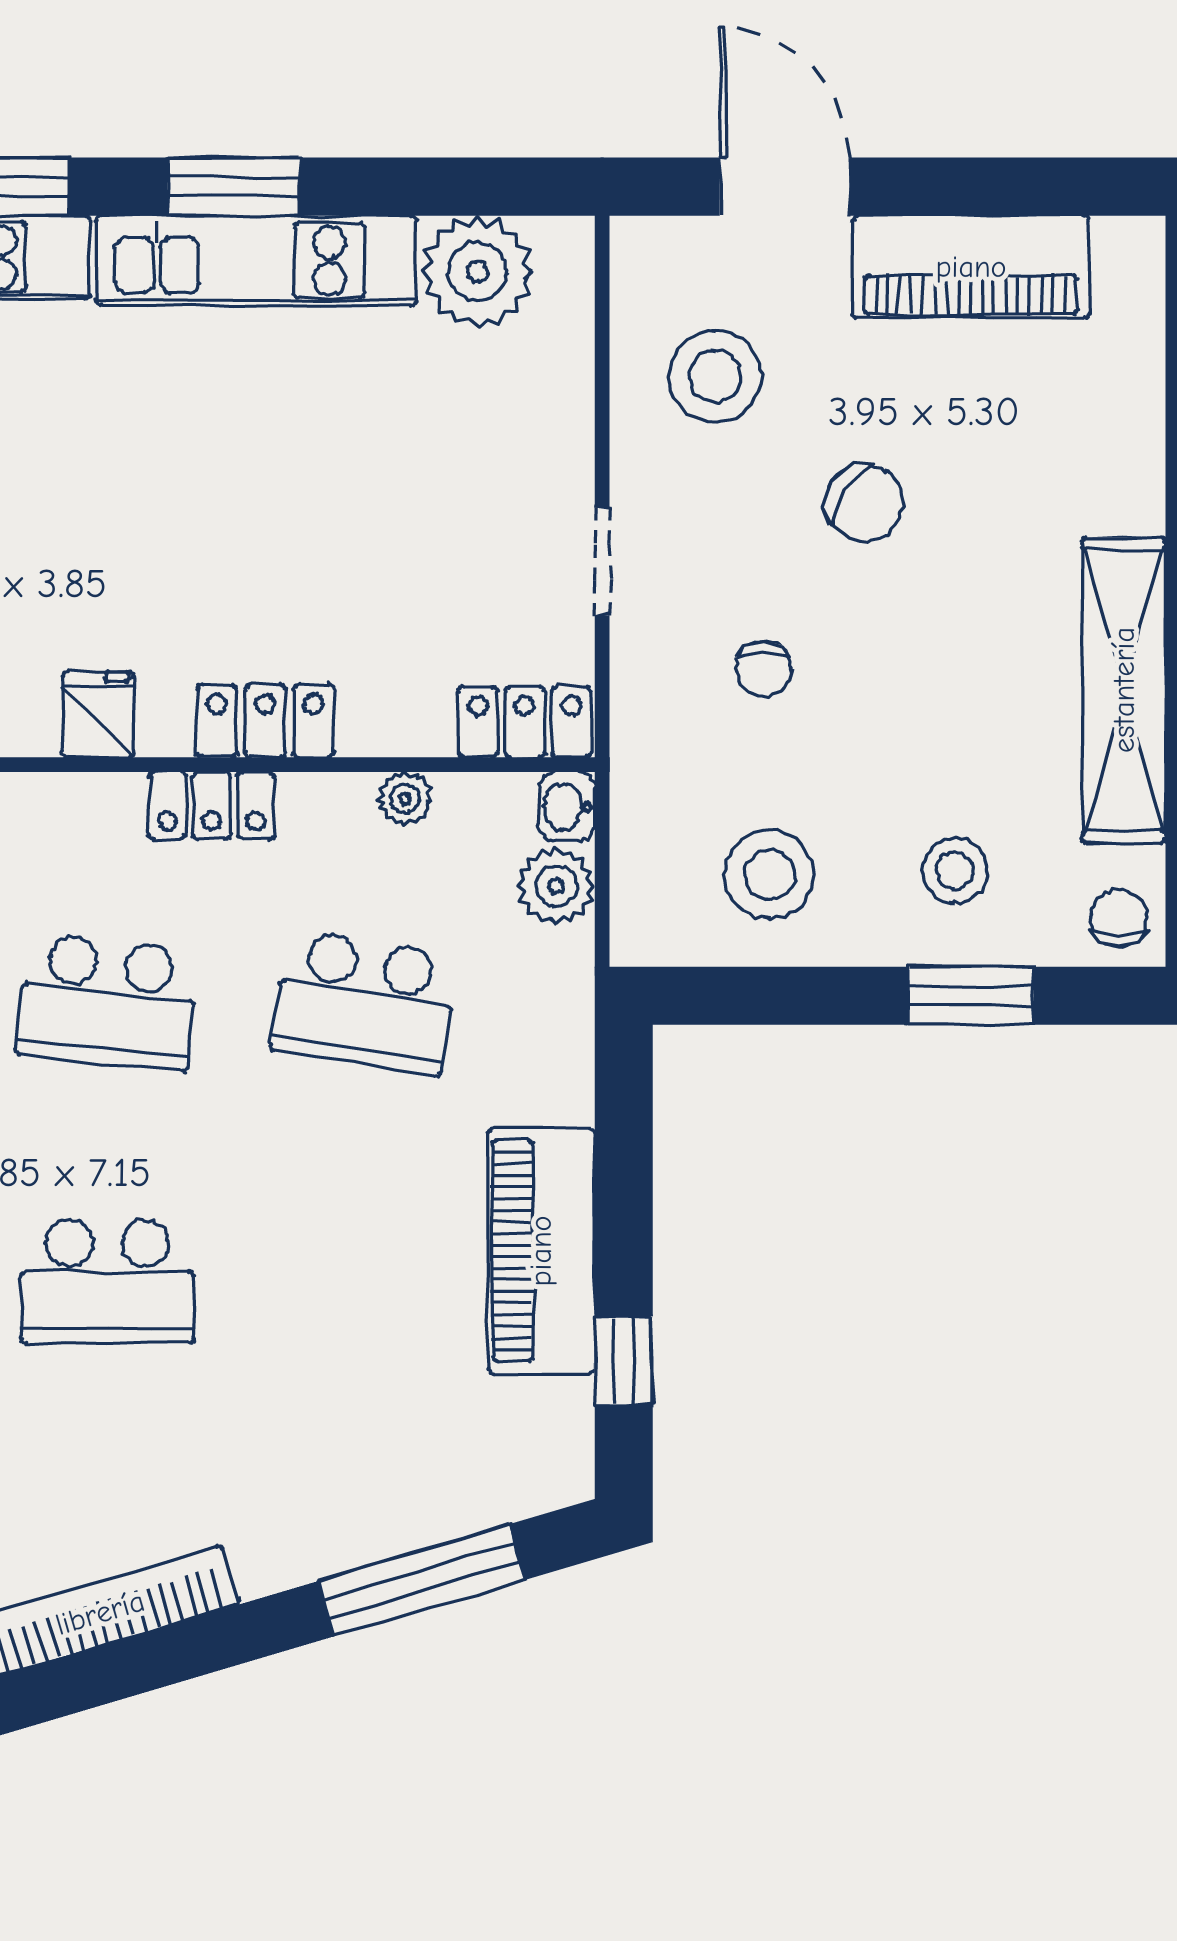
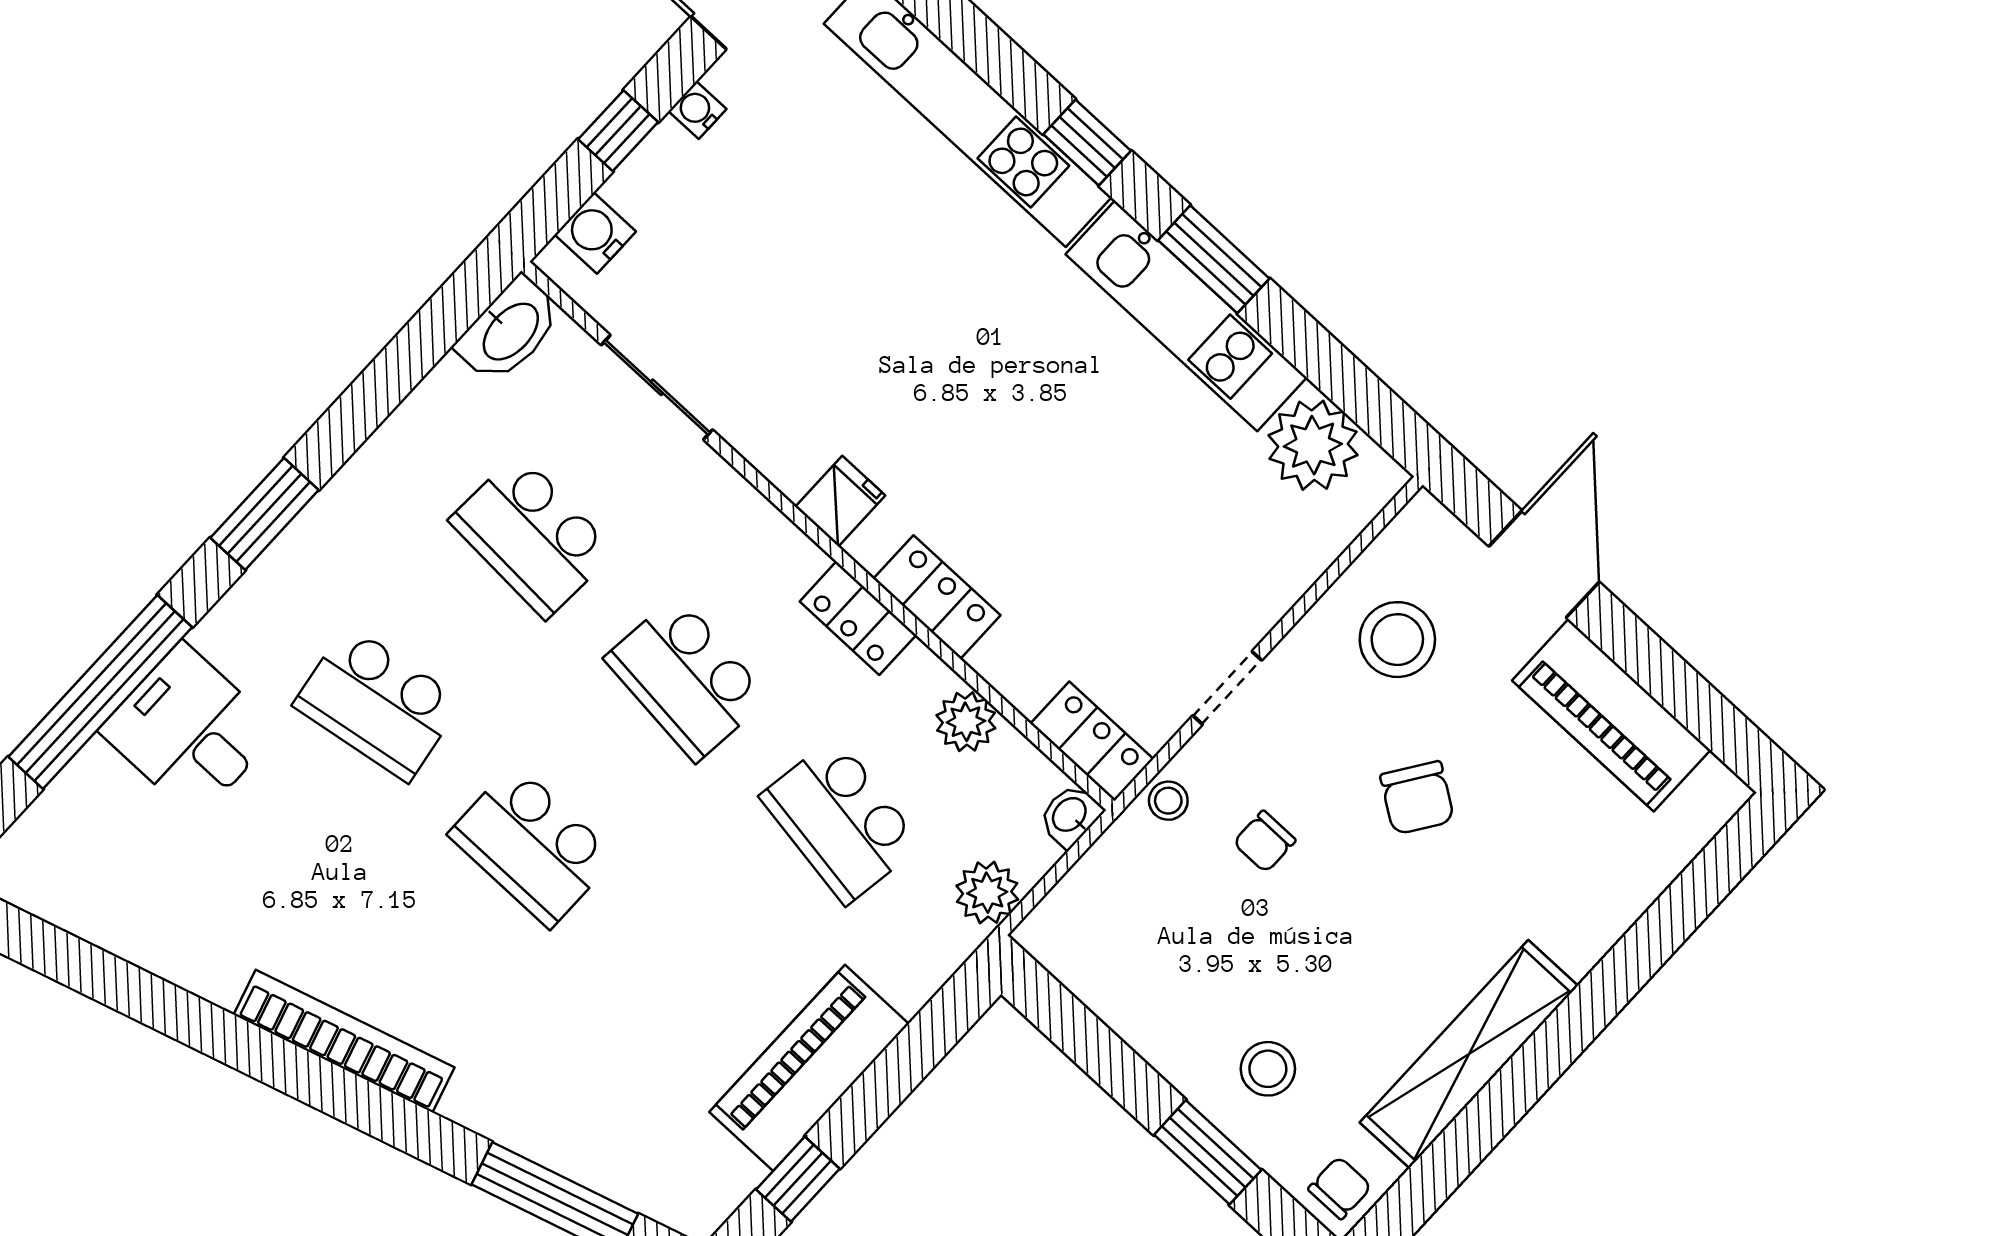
plant: (405, 799) -> (966, 722), width x1.38, depth x1.38
stool: (769, 875) -> (1168, 801), moved, width x0.53, depth x0.53
plant: (556, 886) -> (987, 893), moved

